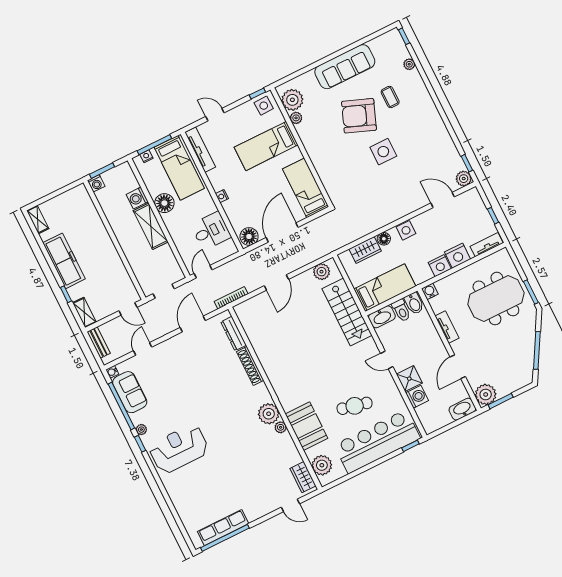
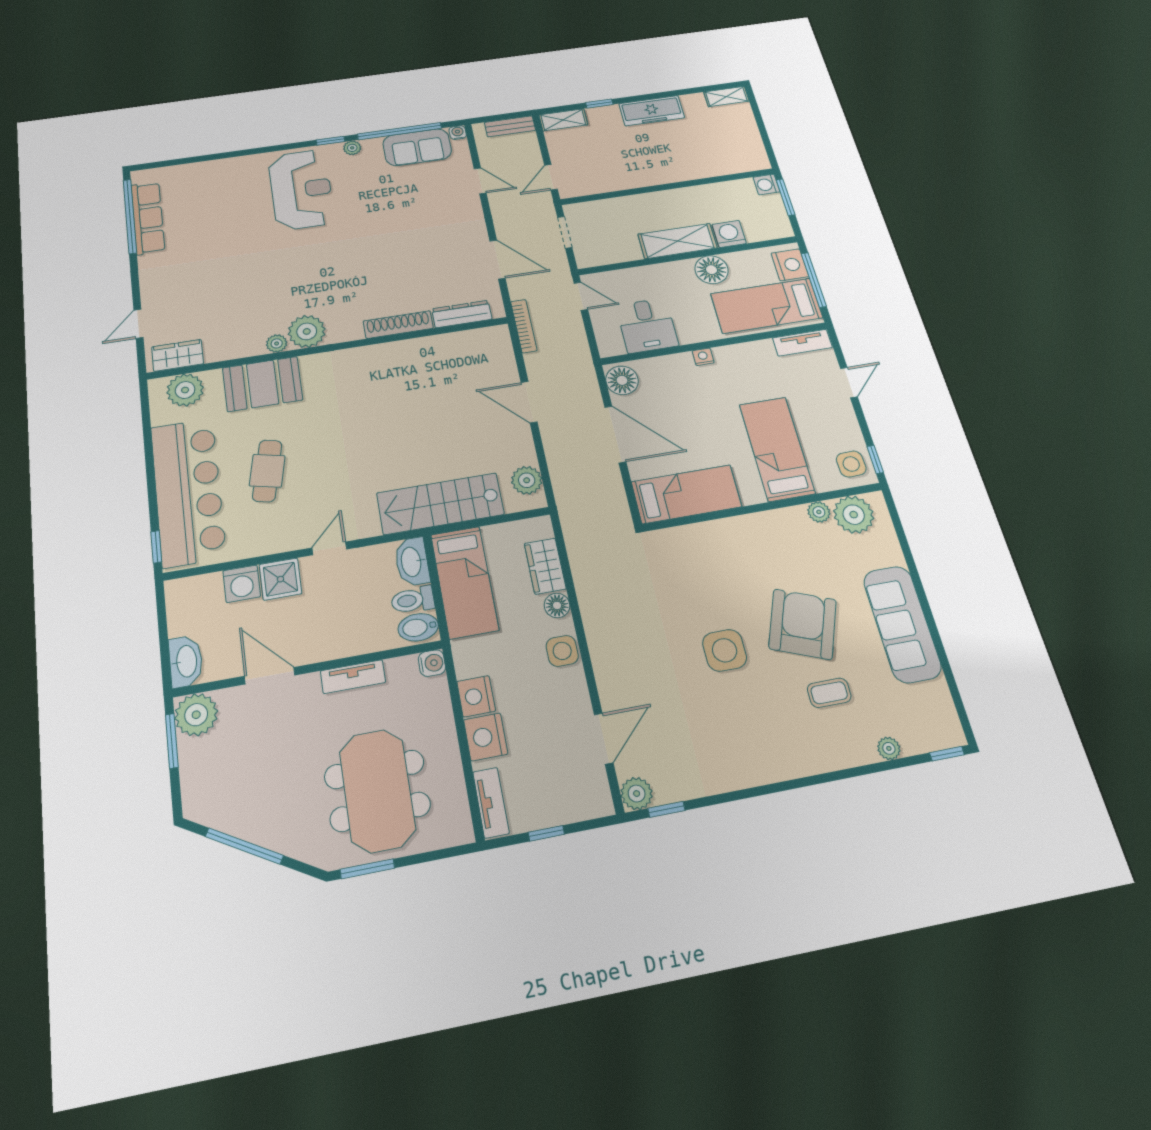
tv unit: (200, 150) -> (802, 343), width x0.71
nightstand: (146, 156) -> (790, 265), width x1.89, depth x1.79
freezer: (64, 261) -> (652, 111), width x0.73, depth x0.79

